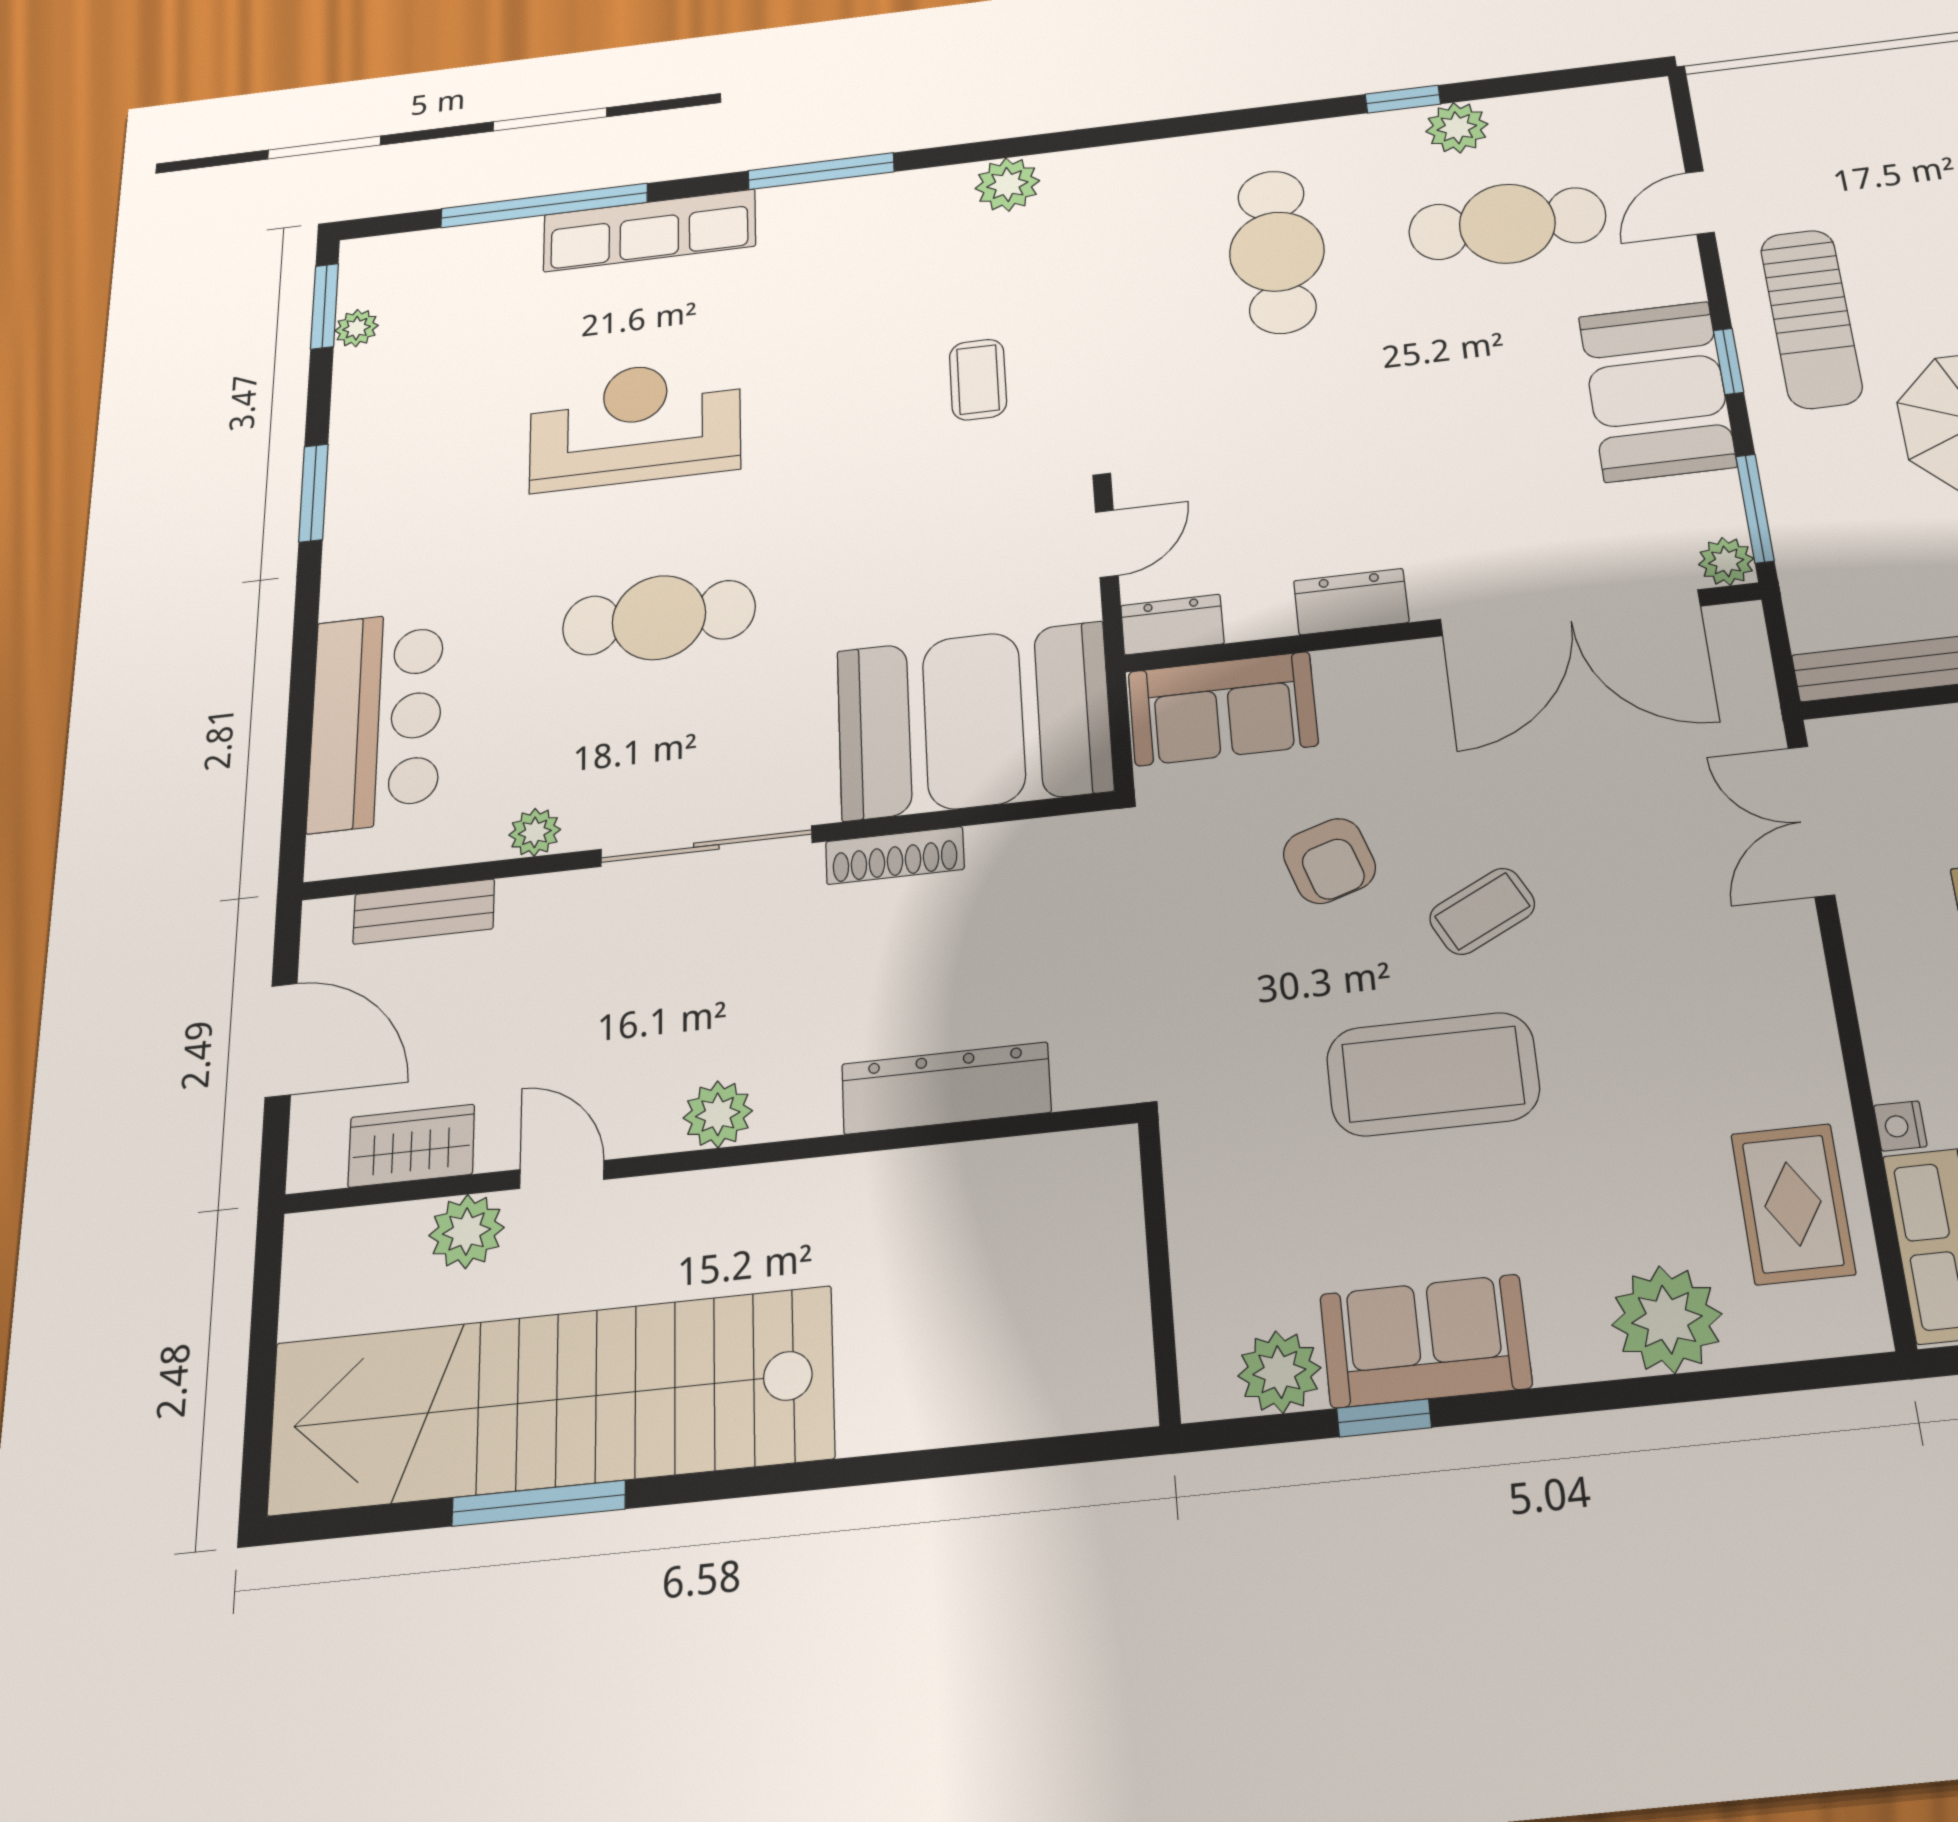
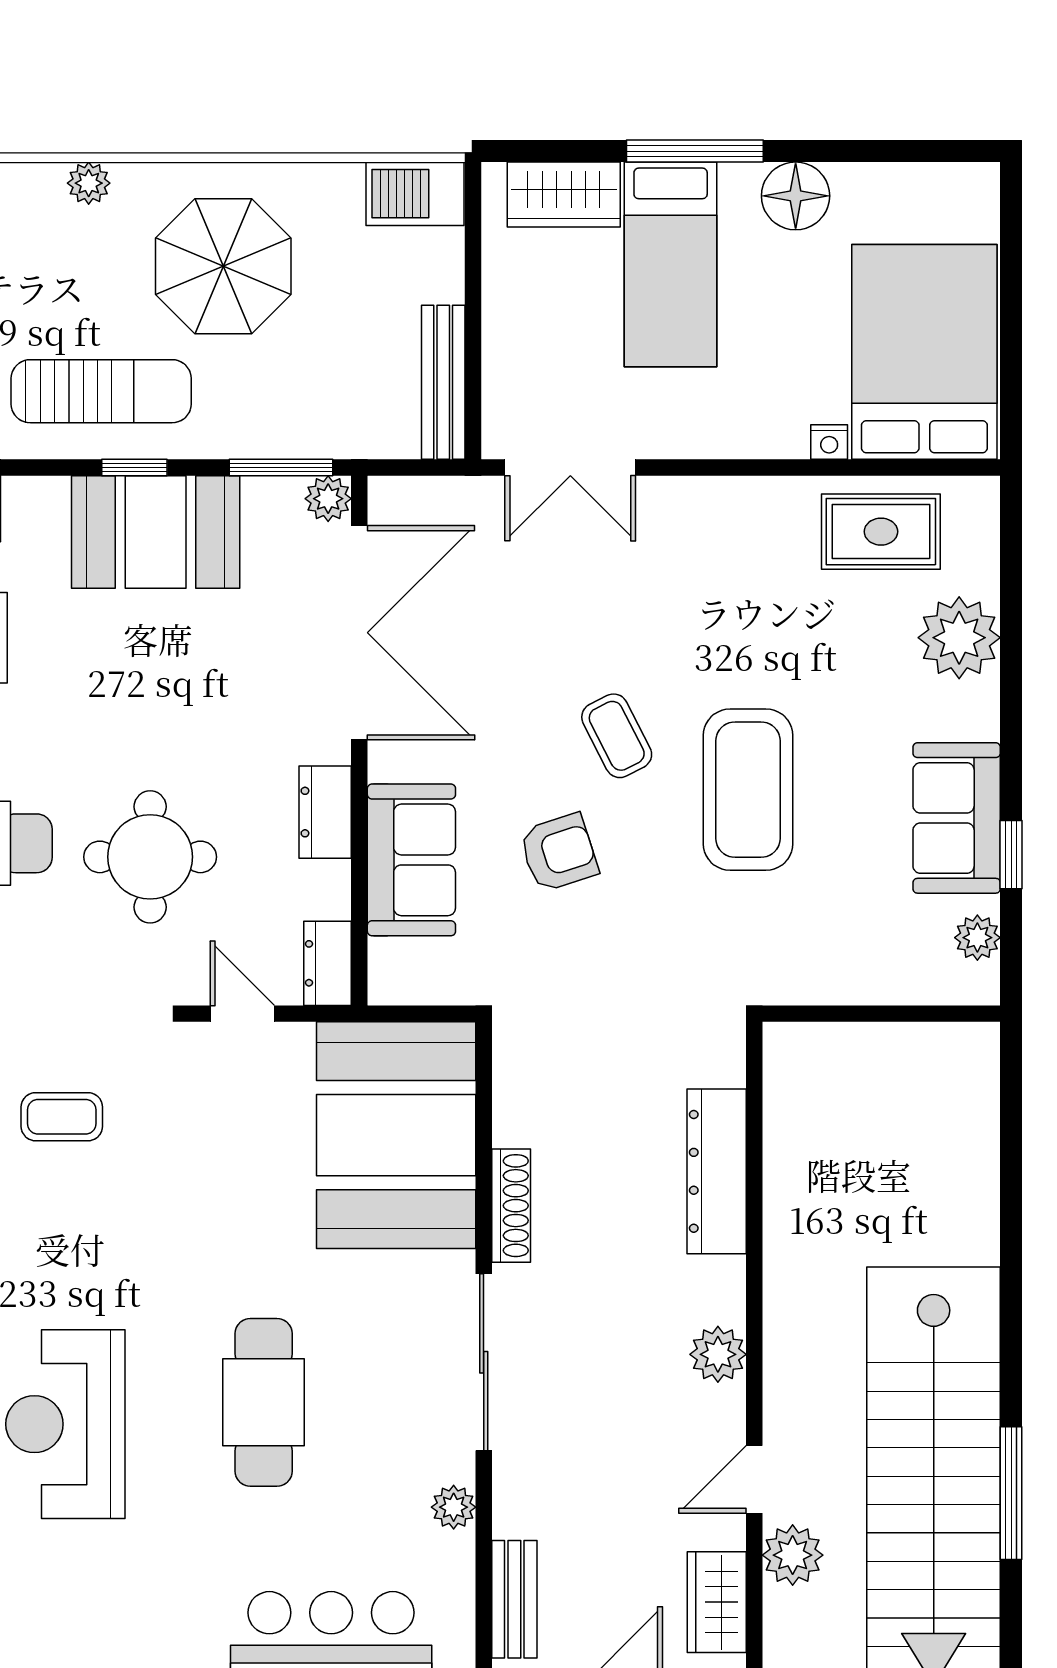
round table: (1280, 430) -> (150, 857), added
sofa: (1223, 709) -> (411, 860), moved
plant: (1279, 1372) -> (977, 938), width x0.73, depth x0.73

